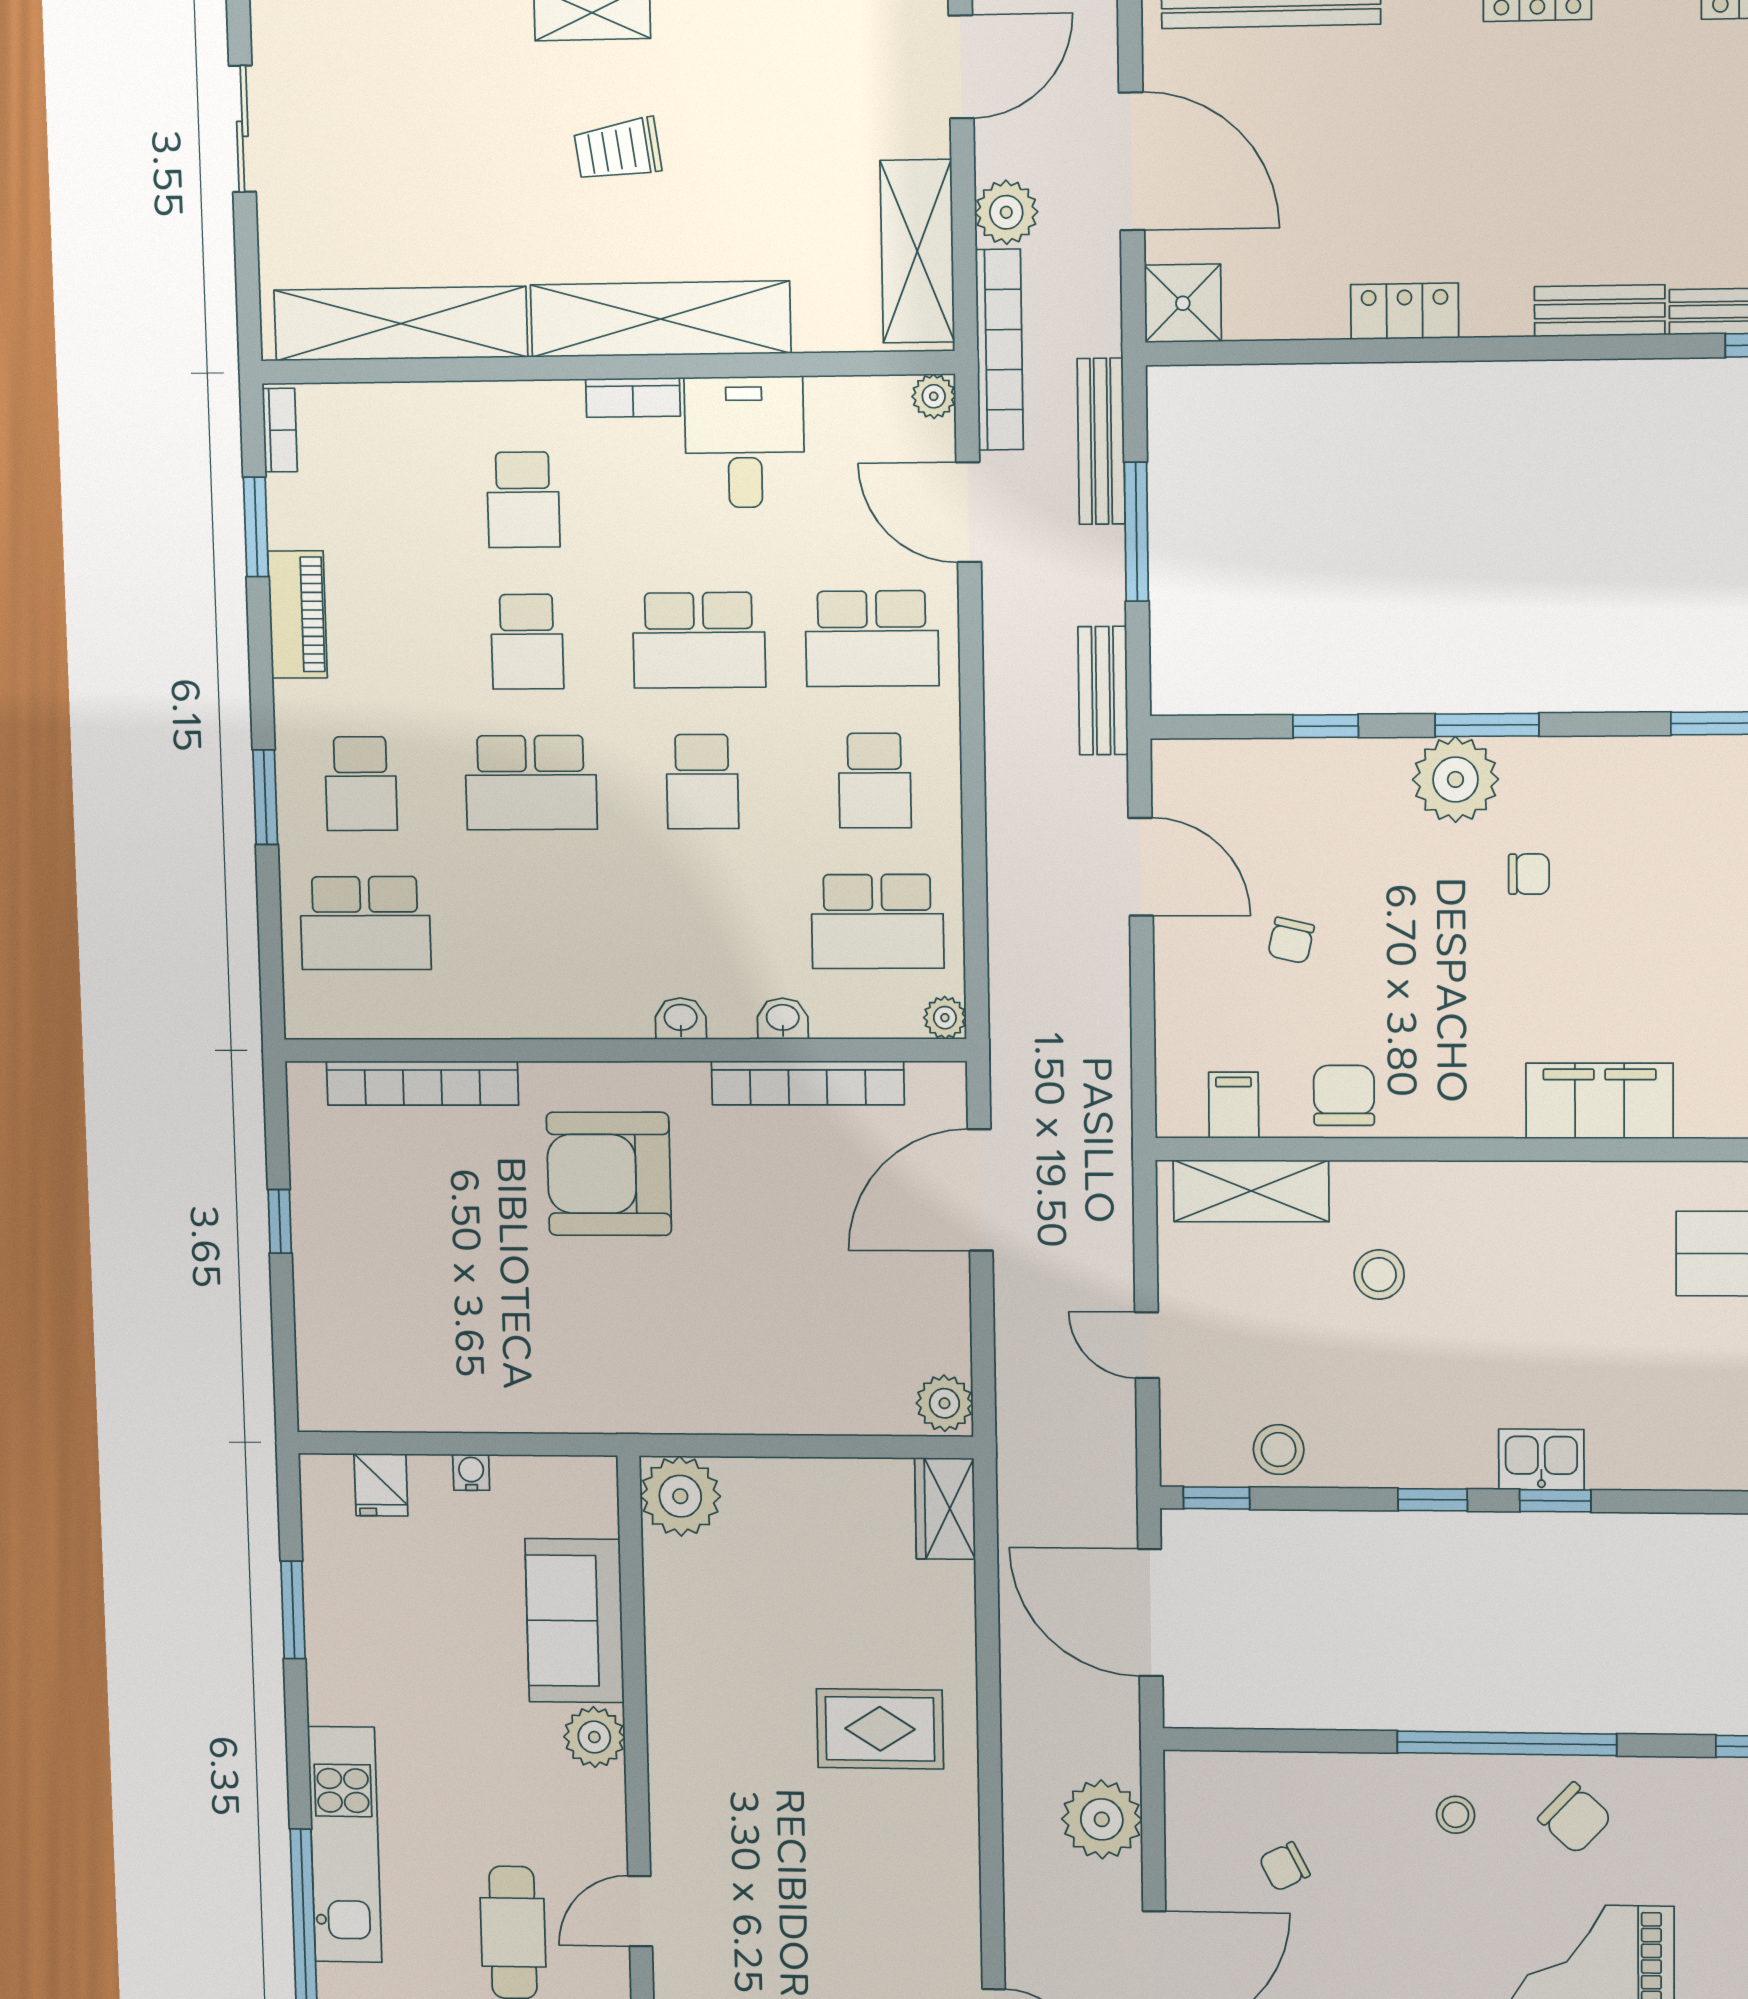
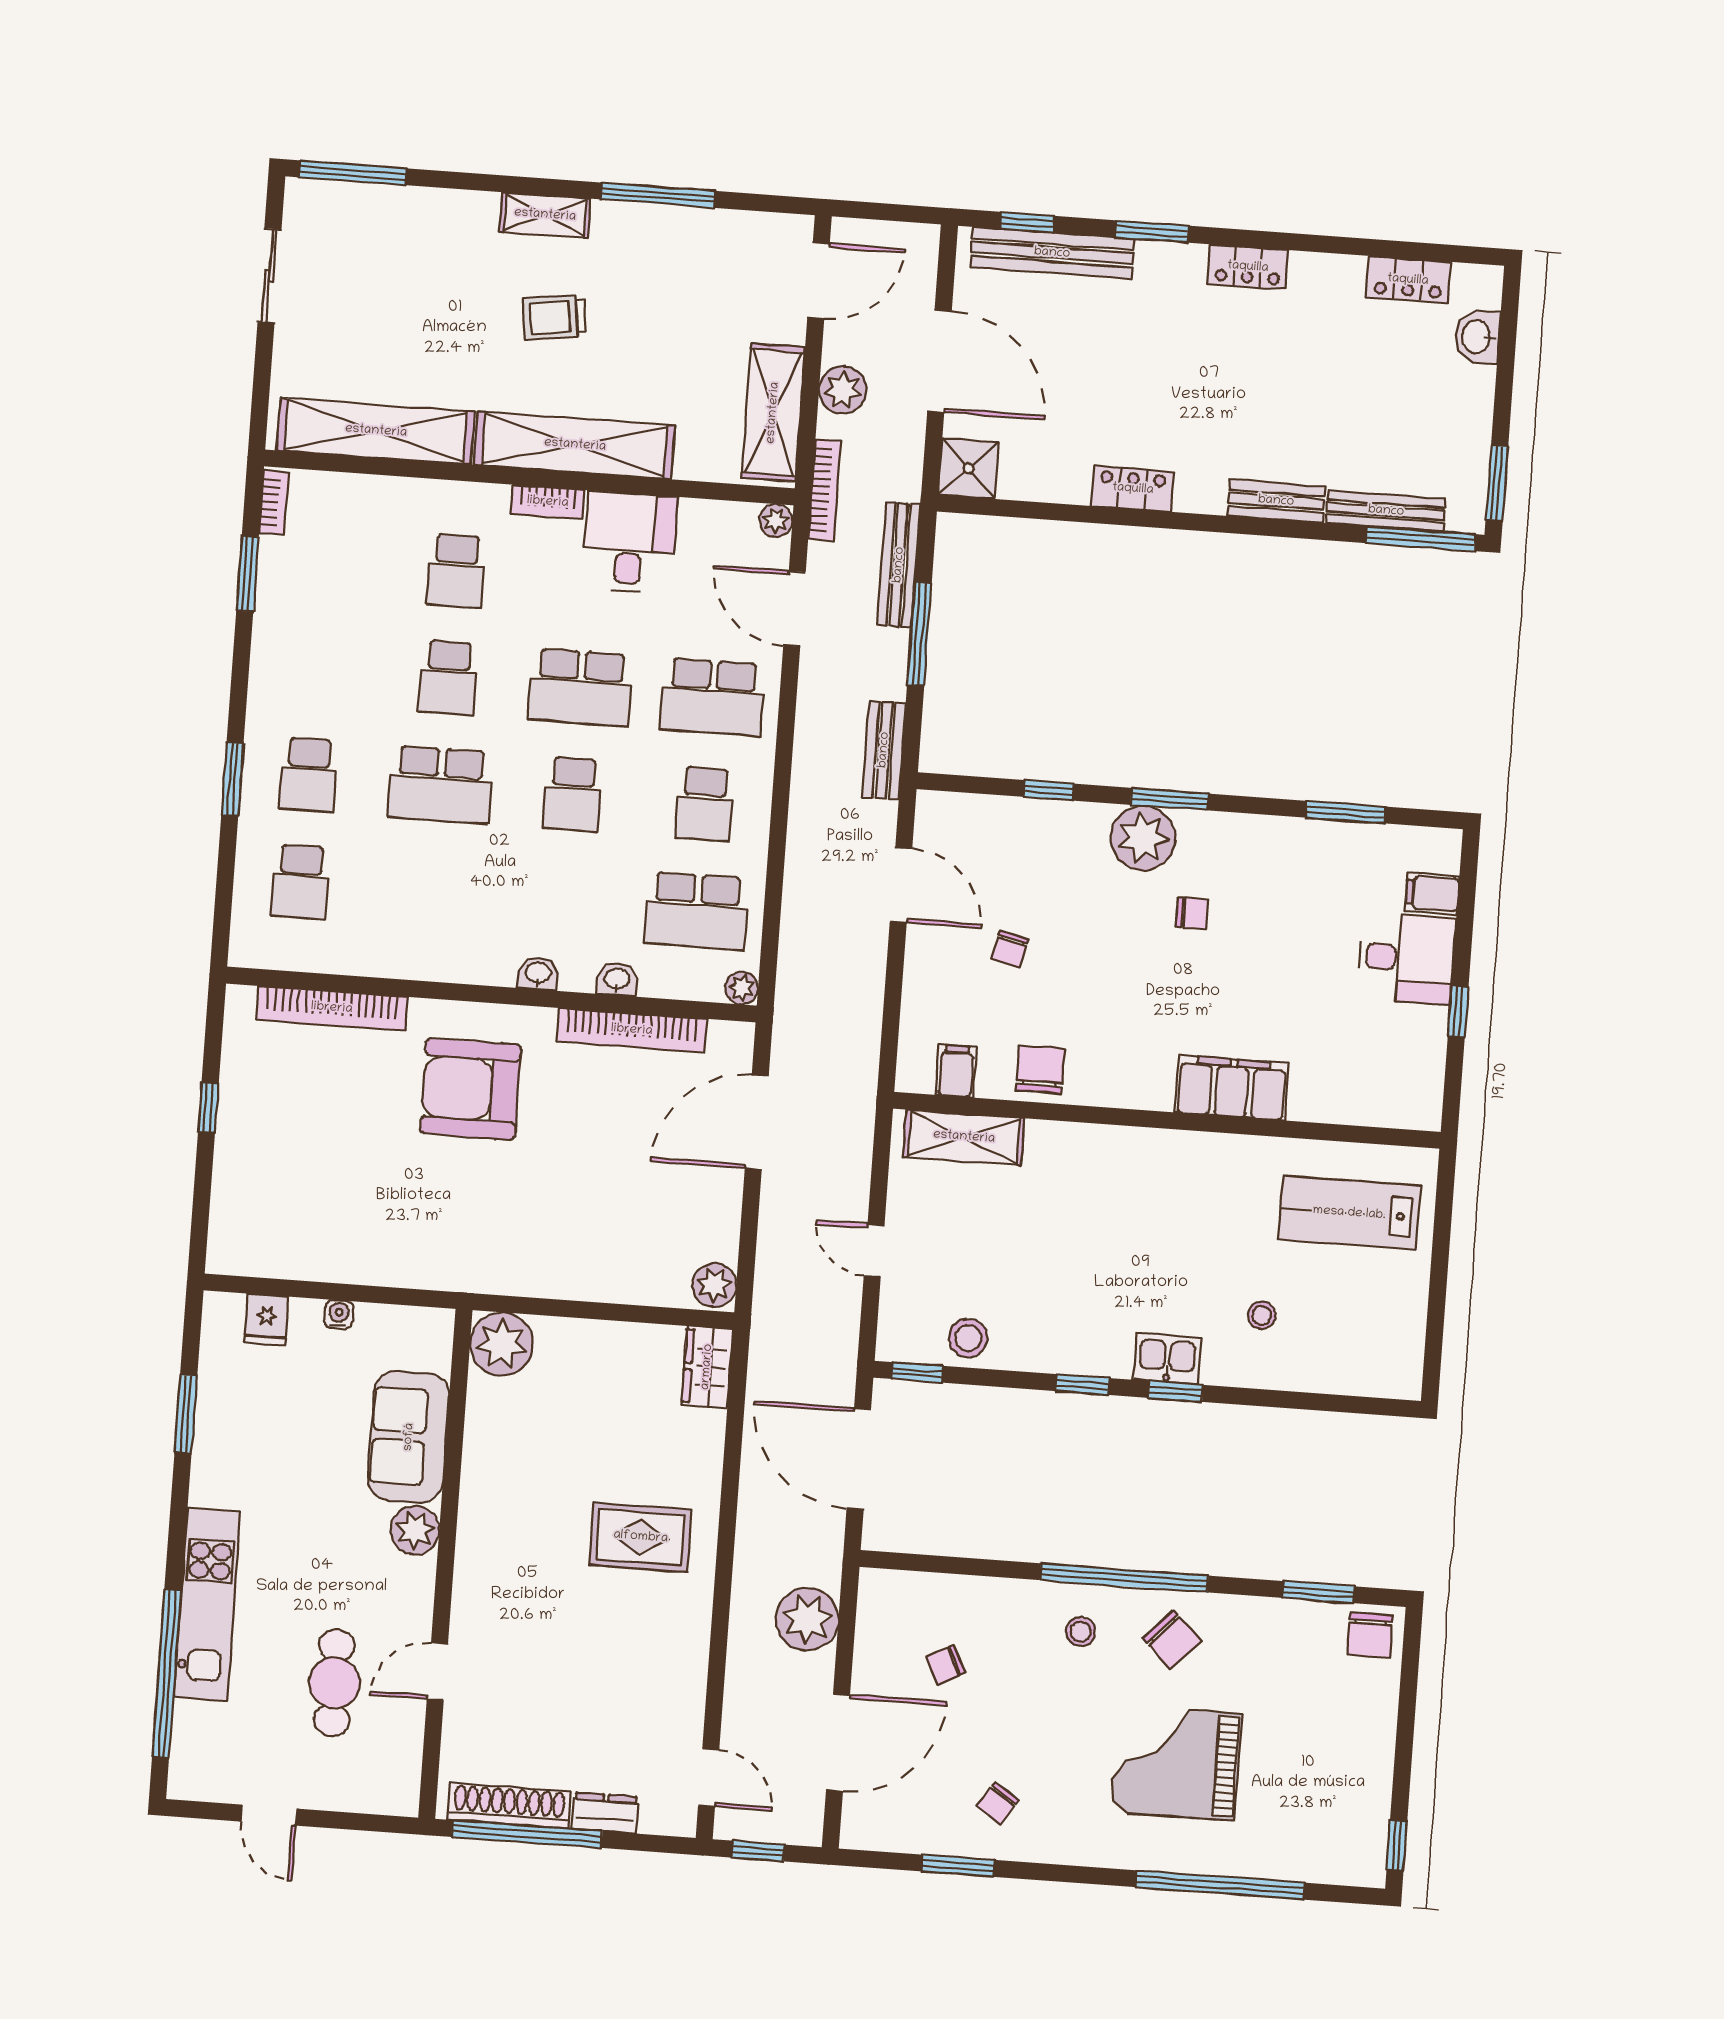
bookcase: (999, 350) -> (824, 490), width x0.68, depth x0.76
piano: (297, 615) -> (273, 643), removed
school desk: (365, 923) -> (300, 882), width x0.54
stool: (1379, 1275) -> (1262, 1315), moved, width x0.73, depth x0.73

